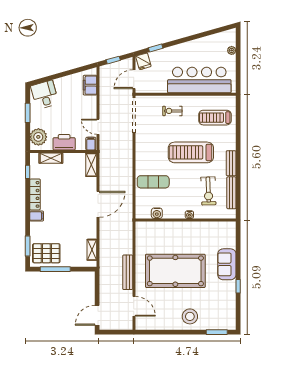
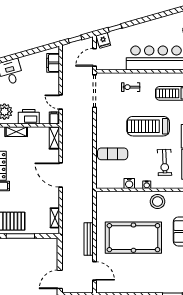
door: (98, 204) -> (61, 175), swing flipped
water cooler: (157, 213) -> (129, 183), moved
stool: (190, 316) -> (157, 202), moved

